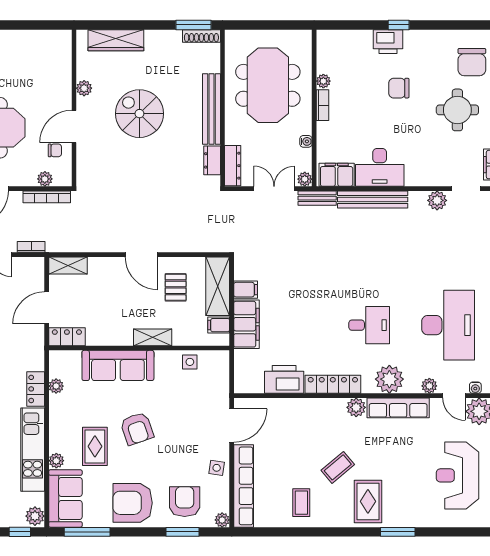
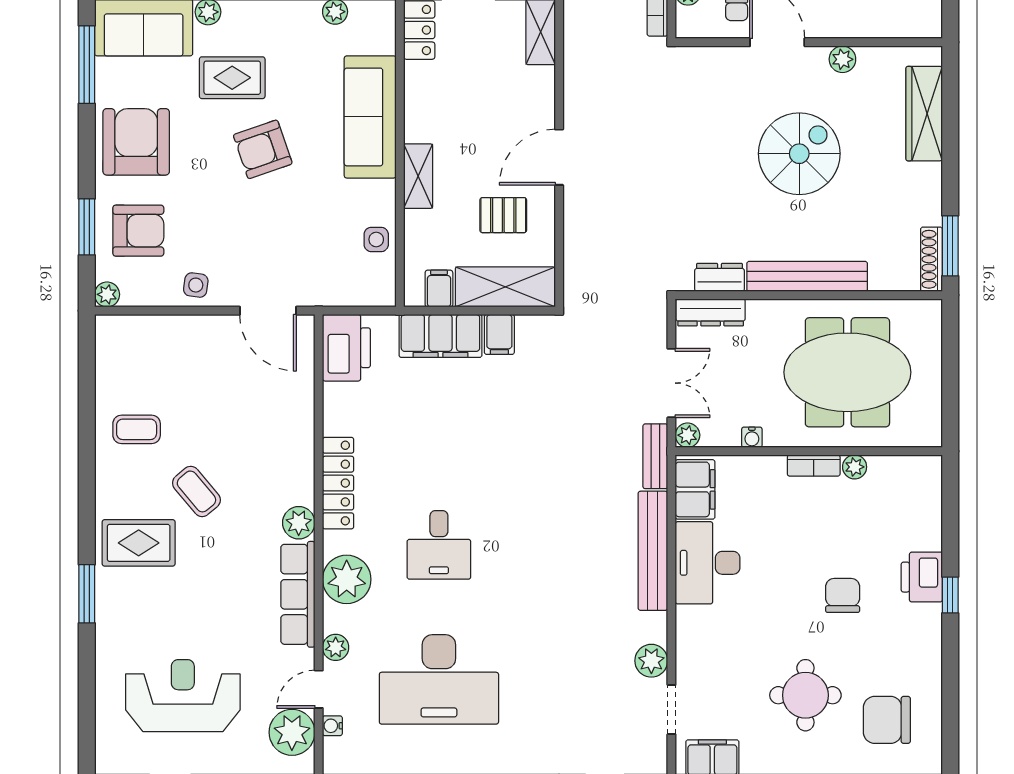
printer: (284, 379) -> (346, 348), moved
row of seats: (244, 486) -> (165, 331), removed

